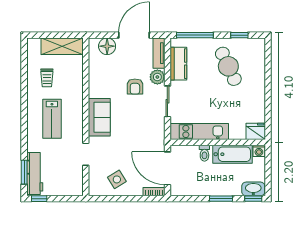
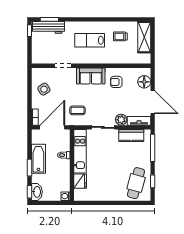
shelving: (62, 46) -> (144, 37), moved
cafe table: (228, 66) -> (136, 183), moved, turned -50
armchair: (135, 87) -> (116, 82), moved
fridge: (256, 131) -> (80, 181), moved
coffee table: (145, 135) -> (77, 110), added
bathtub: (232, 154) -> (38, 159), moved, turned 180

